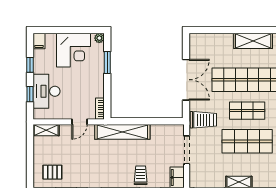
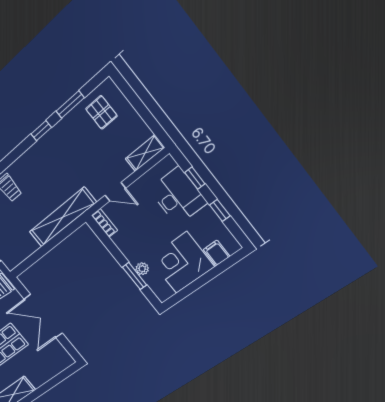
plant: (99, 38) -> (142, 269), moved
filing cabinet: (39, 41) -> (216, 253), moved
door: (79, 122) -> (115, 192), swing flipped
pallet: (52, 172) -> (101, 112), turned 90

